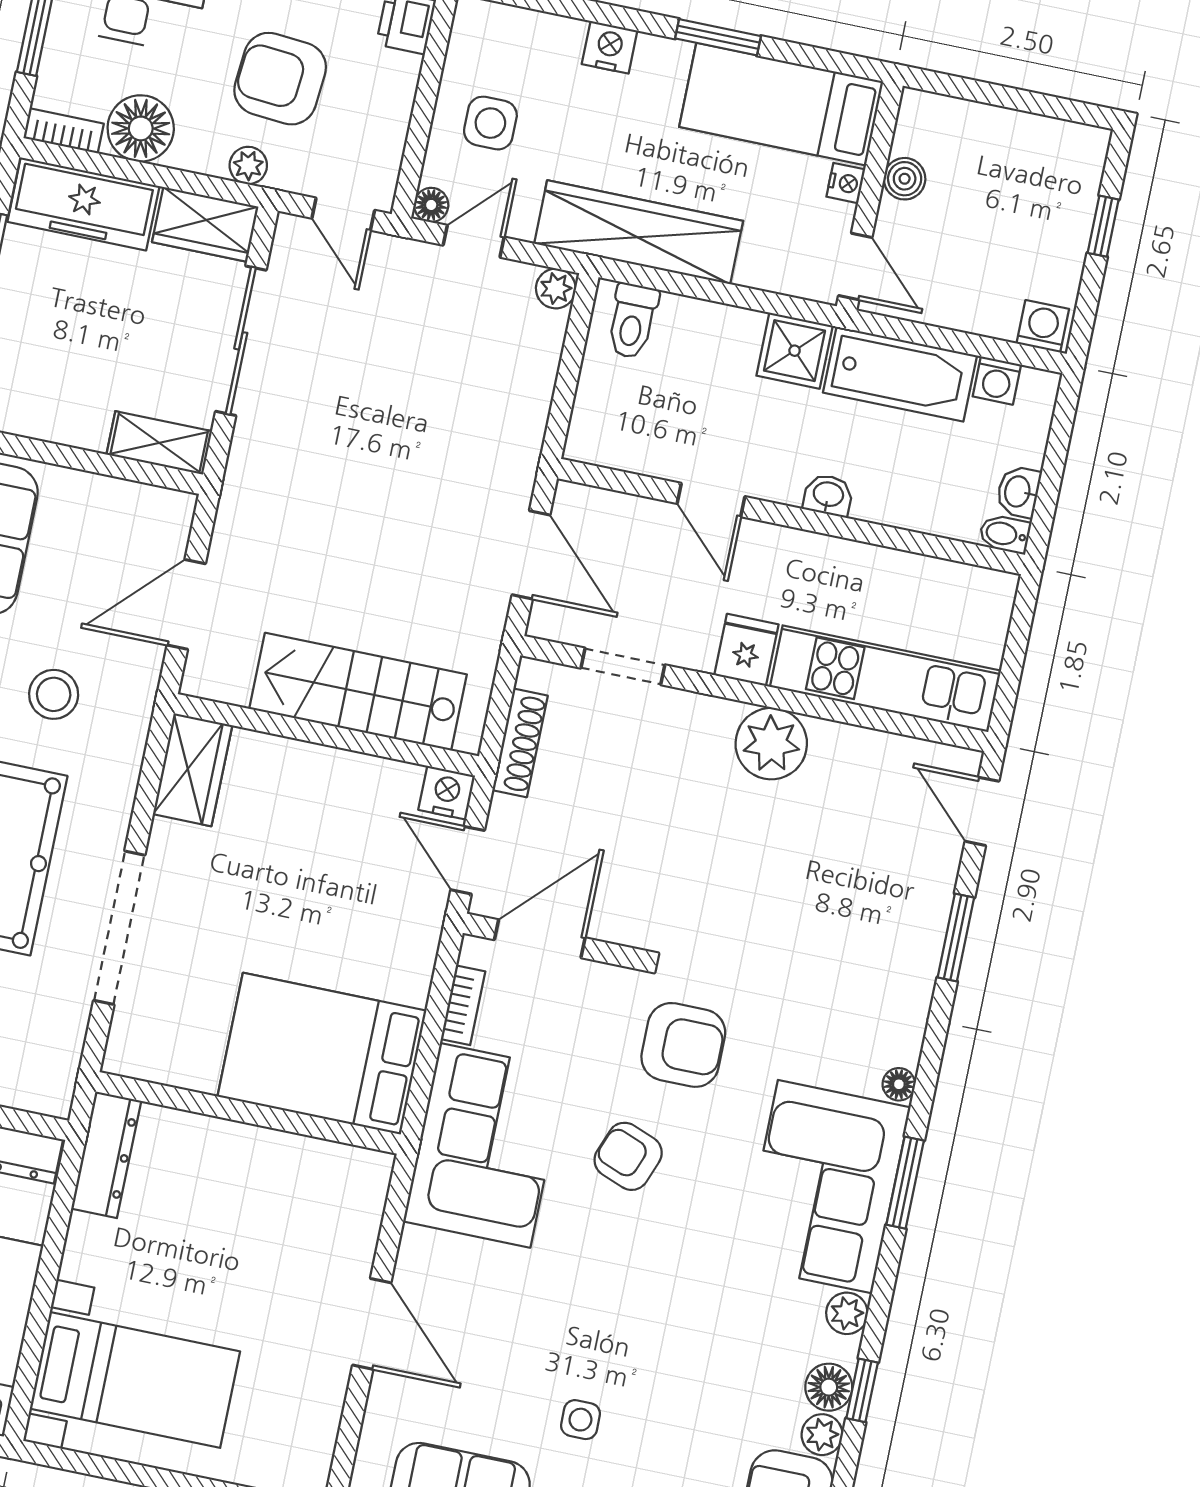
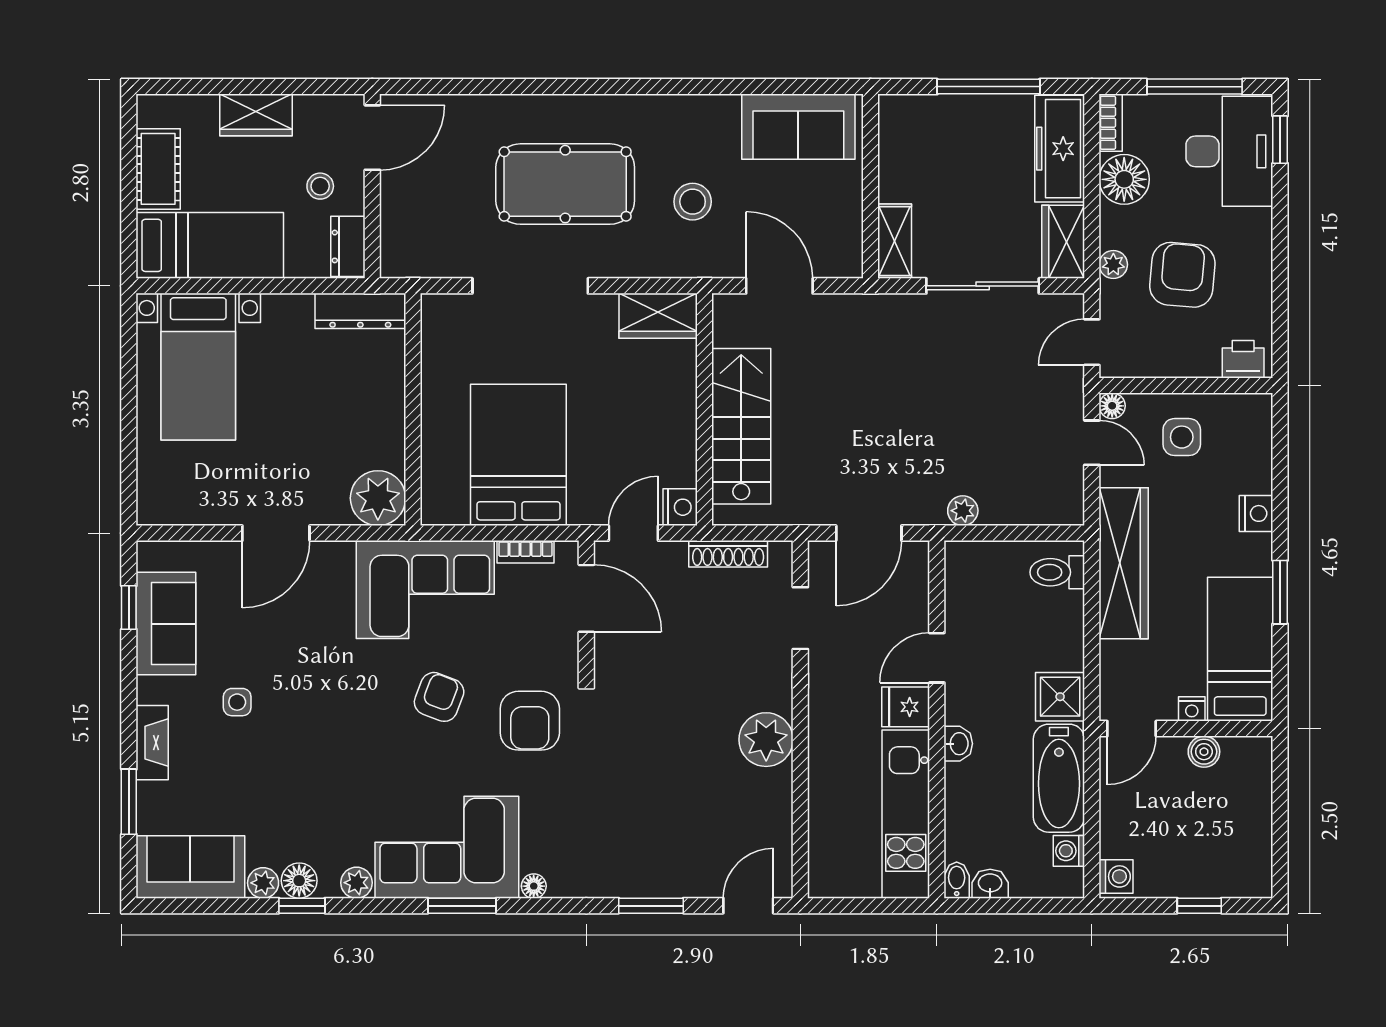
plant: (556, 288) -> (963, 511), moved
fridge: (746, 650) -> (906, 707), moved, turned 180
kitchen unit: (885, 679) -> (906, 814), moved, turned 180
bed: (322, 1054) -> (518, 455), moved
plant: (354, 1182) -> (378, 498), added

